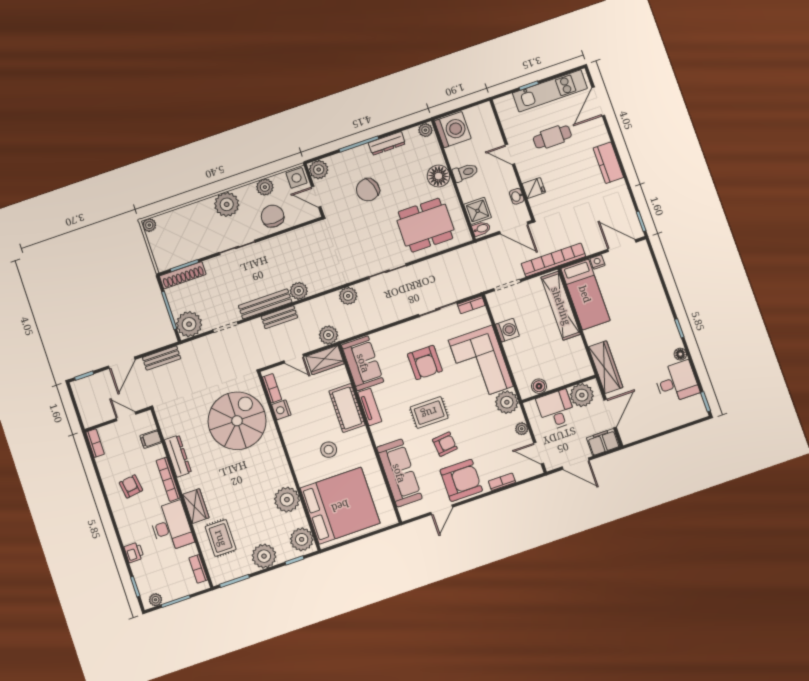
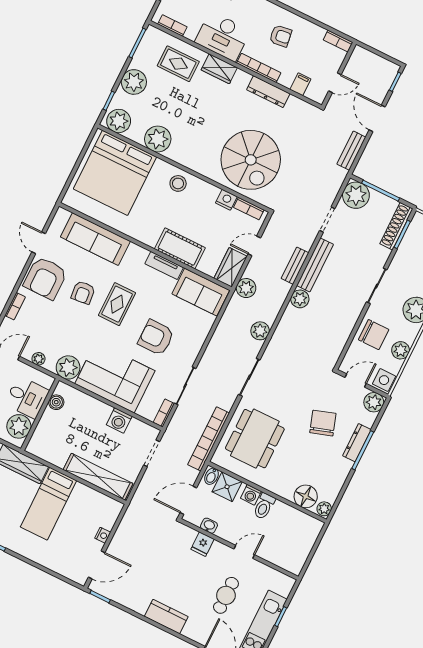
washing machine: (453, 130) -> (251, 495), moved, width x0.53, depth x0.53
dresser: (387, 143) -> (357, 443), moved
floor lamp: (438, 176) -> (306, 496), moved
bookcase: (553, 260) -> (209, 439), moved, turned 180
bed: (585, 294) -> (48, 504), moved, turned -90
stool: (329, 450) -> (178, 183), moved

